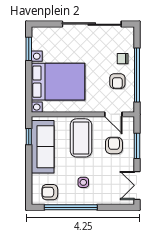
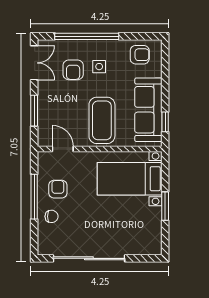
window: (29, 49) -> (165, 206), moved
window: (137, 75) -> (34, 197), width x0.68
bed with nightstands: (58, 82) -> (130, 179), width x0.73
armchair: (114, 145) -> (73, 70), moved
window: (71, 207) -> (87, 36), moved

